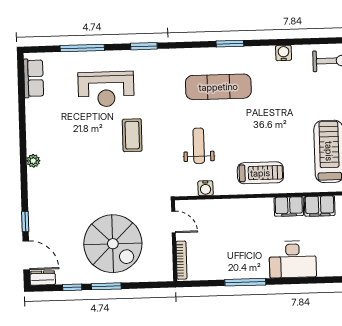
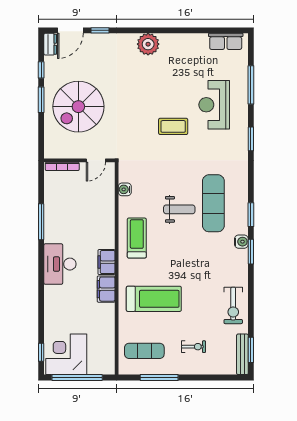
window: (272, 42) -> (251, 252), added
water cooler: (284, 53) -> (241, 242), moved
weight bench: (199, 146) -> (179, 209), moved
plant: (33, 161) -> (148, 44), width x1.88, depth x1.88
treadmill: (260, 173) -> (137, 238), turned 180

